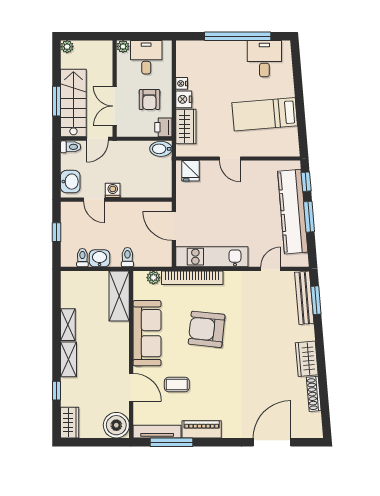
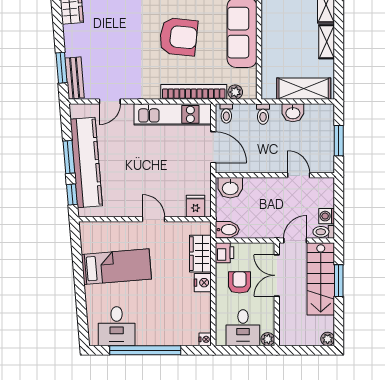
nightstand: (182, 83) -> (205, 339), moved
double door: (115, 106) -> (277, 275), swing flipped
washbasin: (70, 182) -> (230, 188), moved, turned -90
washing machine: (113, 190) -> (327, 216), moved, turned 90
window: (57, 232) -> (339, 141), width x1.50
toilet: (82, 258) -> (226, 113), moved
shelving: (119, 296) -> (304, 89), moved, turned 90
bench: (304, 298) -> (75, 78), width x0.73

